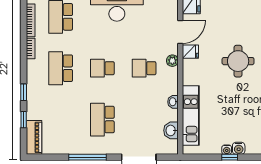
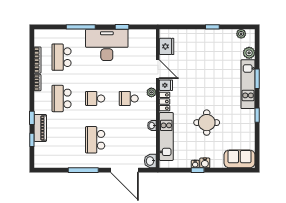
door: (180, 32) -> (158, 69), hinge flipped
round table: (238, 61) -> (207, 123), moved
locker: (189, 72) -> (165, 102), added
washbasin: (171, 130) -> (150, 161), moved
piano: (34, 137) -> (40, 128), moved

